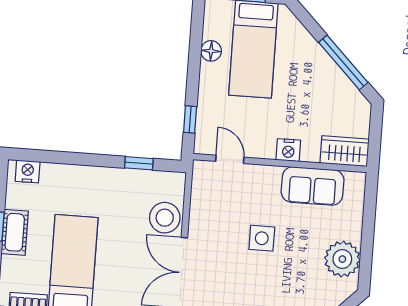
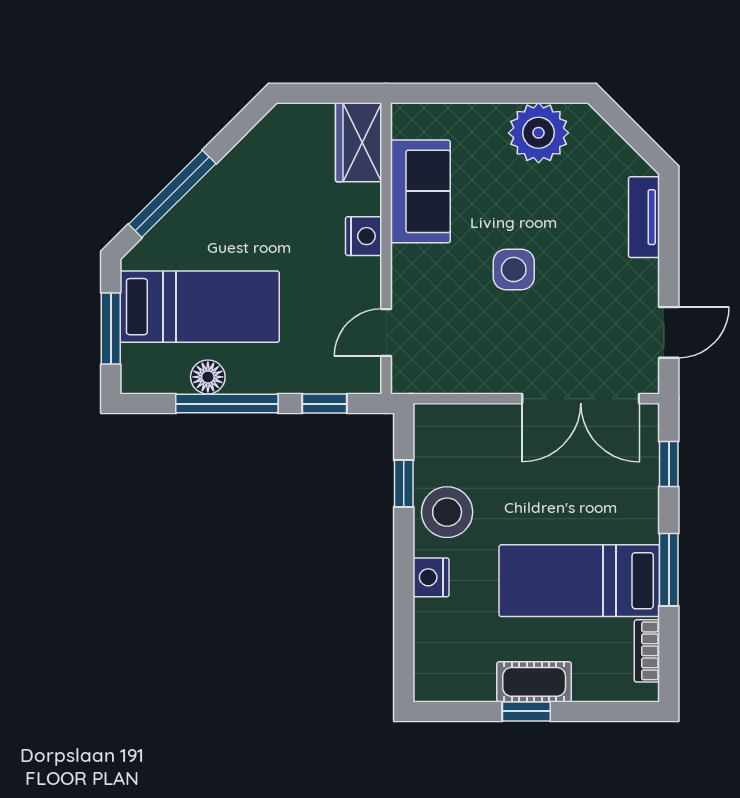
window: (194, 61) -> (227, 404), added
window: (343, 62) -> (172, 194), moved
nightstand: (28, 171) -> (431, 577), moved
stool: (165, 218) -> (447, 512), moved

